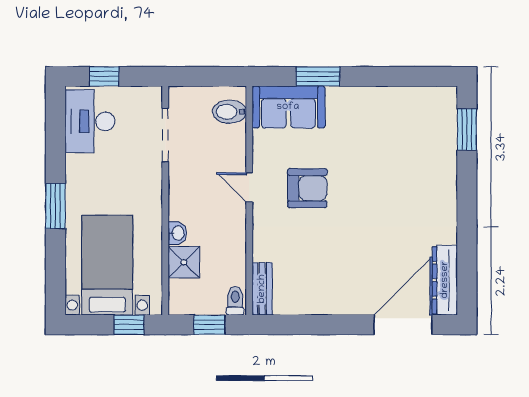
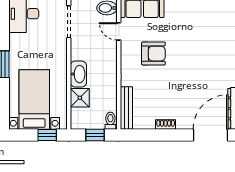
door: (249, 187) -> (119, 31), moved
washbasin: (177, 233) -> (78, 74), width x1.91, depth x1.45
bench: (262, 289) -> (126, 108), width x1.36
shoe rack: (328, 307) -> (166, 124), added

